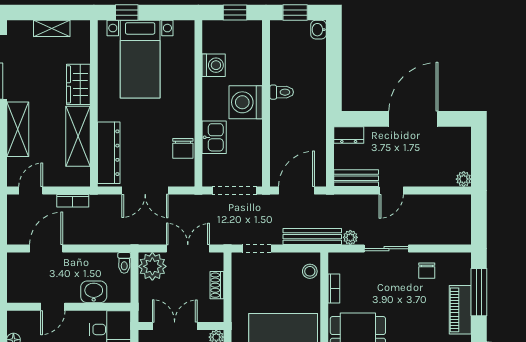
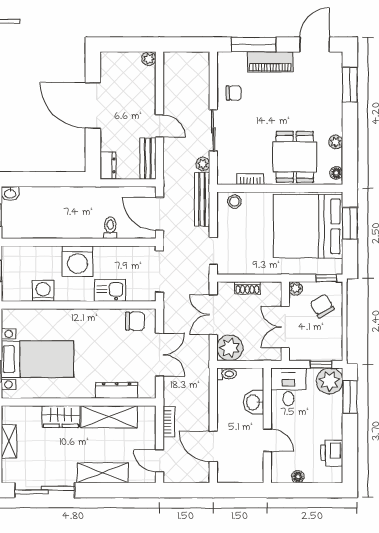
toilet: (282, 92) -> (110, 228), moved
chair: (183, 148) -> (135, 321), moved
dresser: (109, 153) -> (117, 390), width x0.73, depth x0.80

